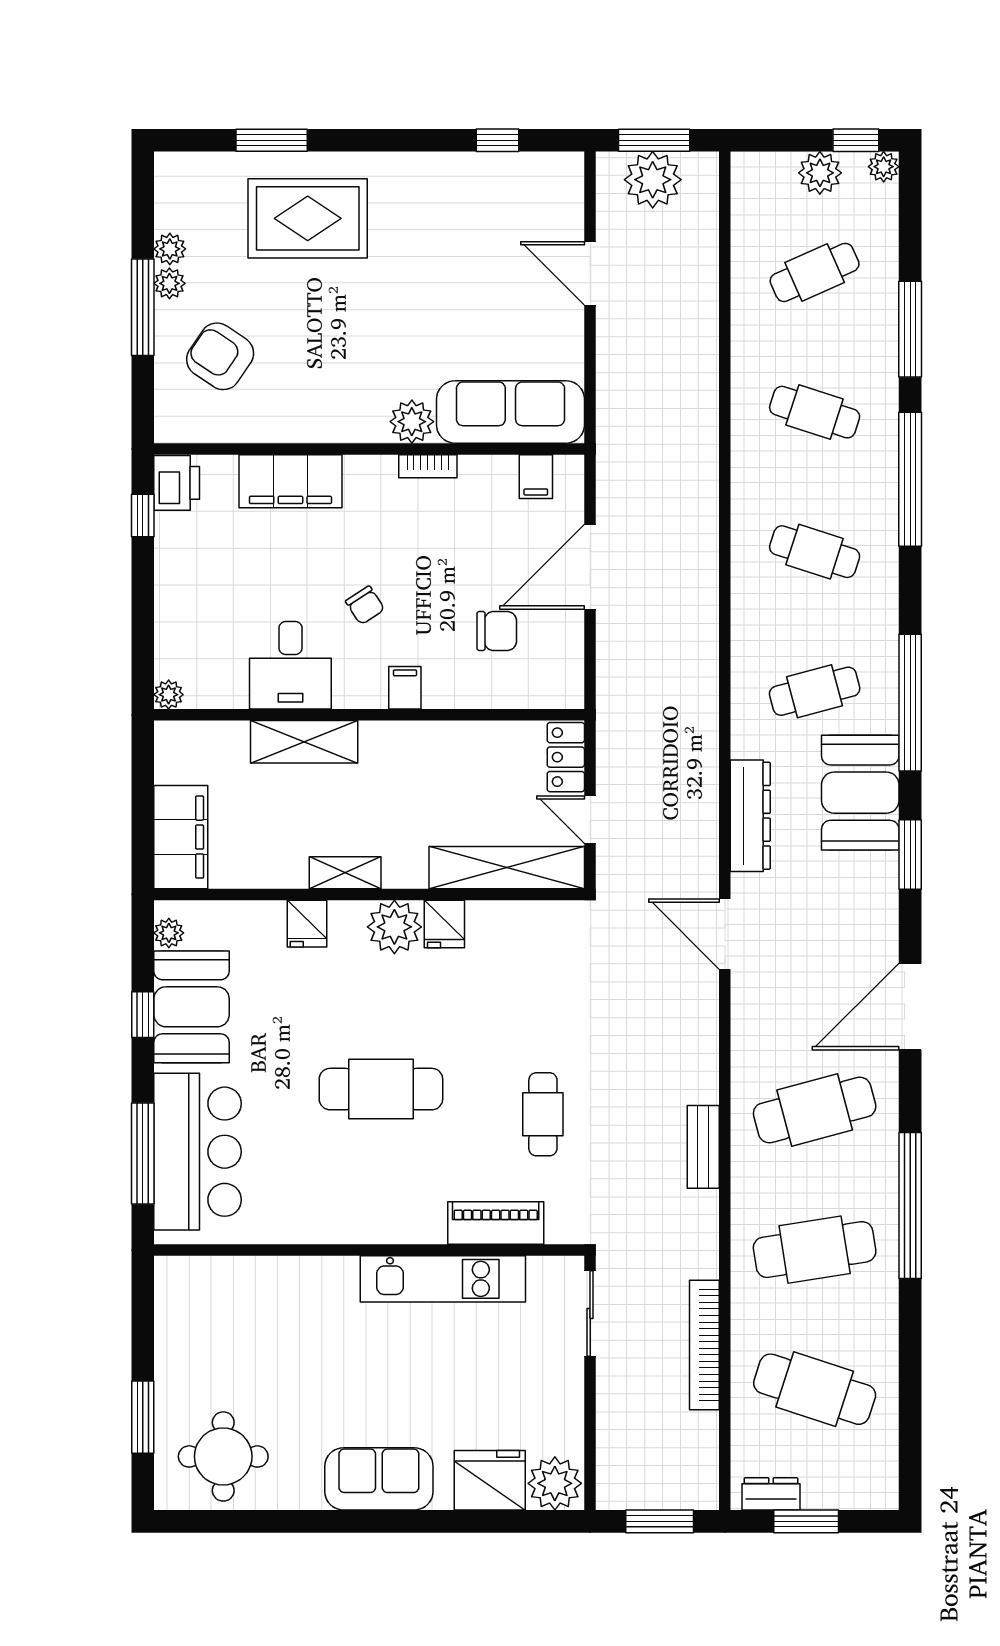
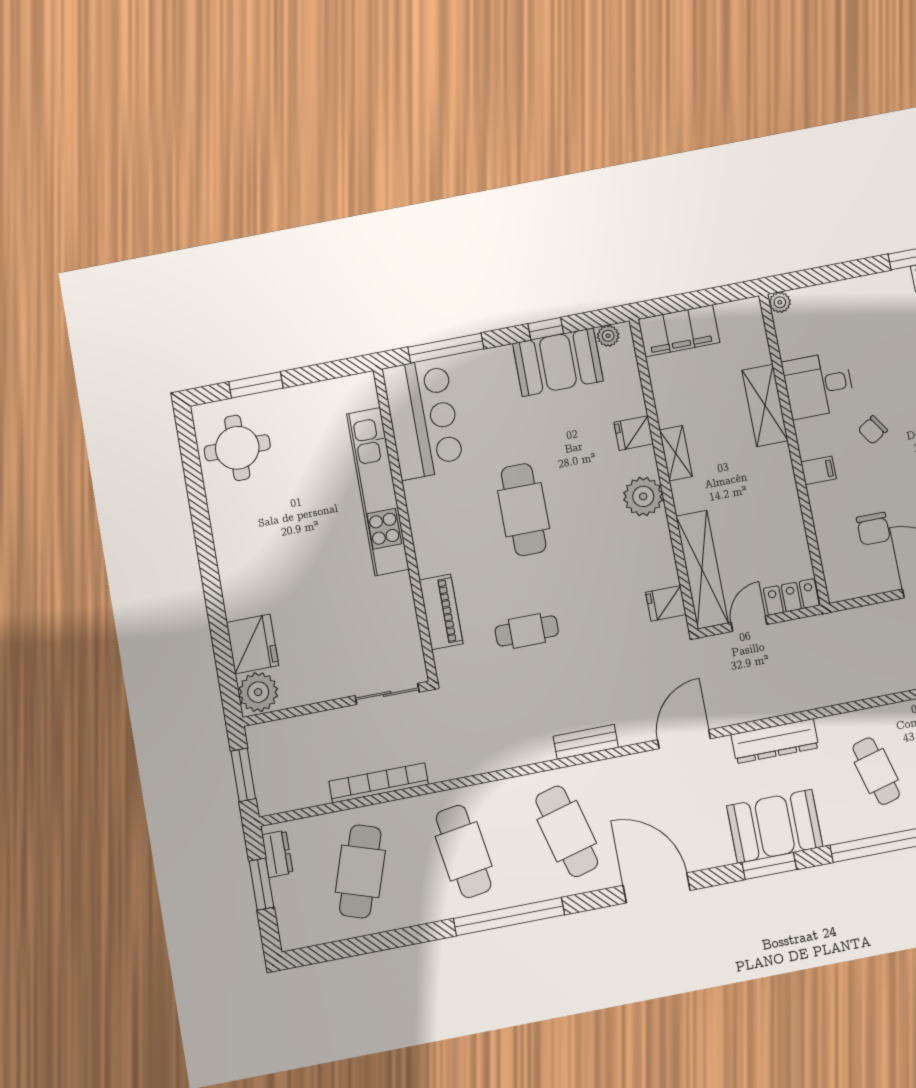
booth: (860, 793) -> (775, 826), moved
fridge: (444, 924) -> (666, 603), moved
bench: (703, 1147) -> (586, 742), moved
bar counter: (198, 1152) -> (423, 419), moved, turned -90
kitchen unit: (443, 1279) -> (378, 491), moved, width x1.36
sofa: (379, 1479) -> (240, 563), removed

